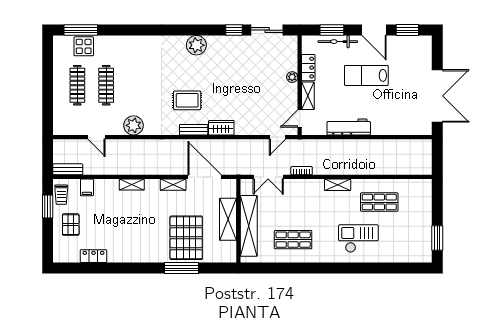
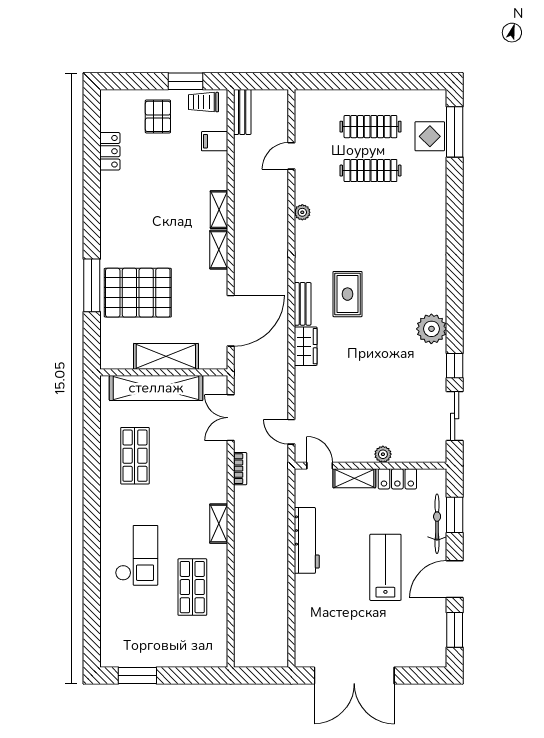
plant: (196, 45) -> (431, 329), moved
plant: (134, 125) -> (302, 212), width x0.53, depth x0.53
shelving: (173, 185) -> (219, 250), moved
pallet: (71, 225) -> (158, 116), turned 90

